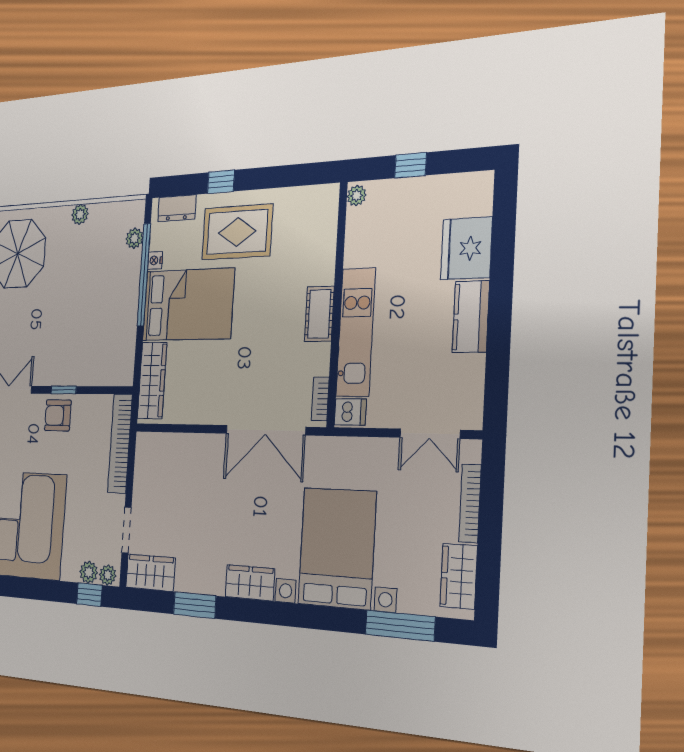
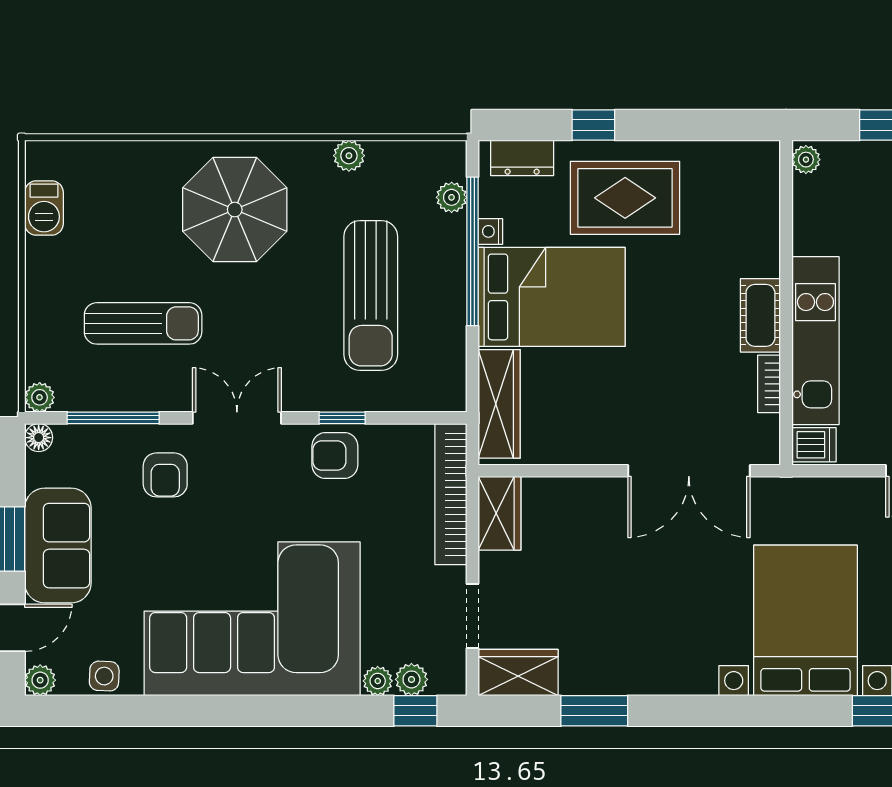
sun lounger: (85, 307) -> (371, 296), added
bookcase: (320, 399) -> (769, 384), moved
plant: (108, 575) -> (378, 681), moved
wardrobe: (250, 583) -> (500, 513), moved, turned 90

